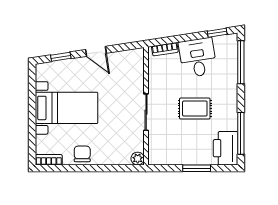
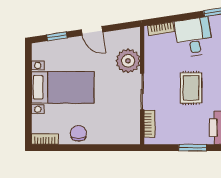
rug: (195, 108) -> (191, 88), turned 90
bookcase: (153, 144) -> (149, 124), added
plant: (138, 159) -> (128, 61), moved, width x1.87, depth x1.87

